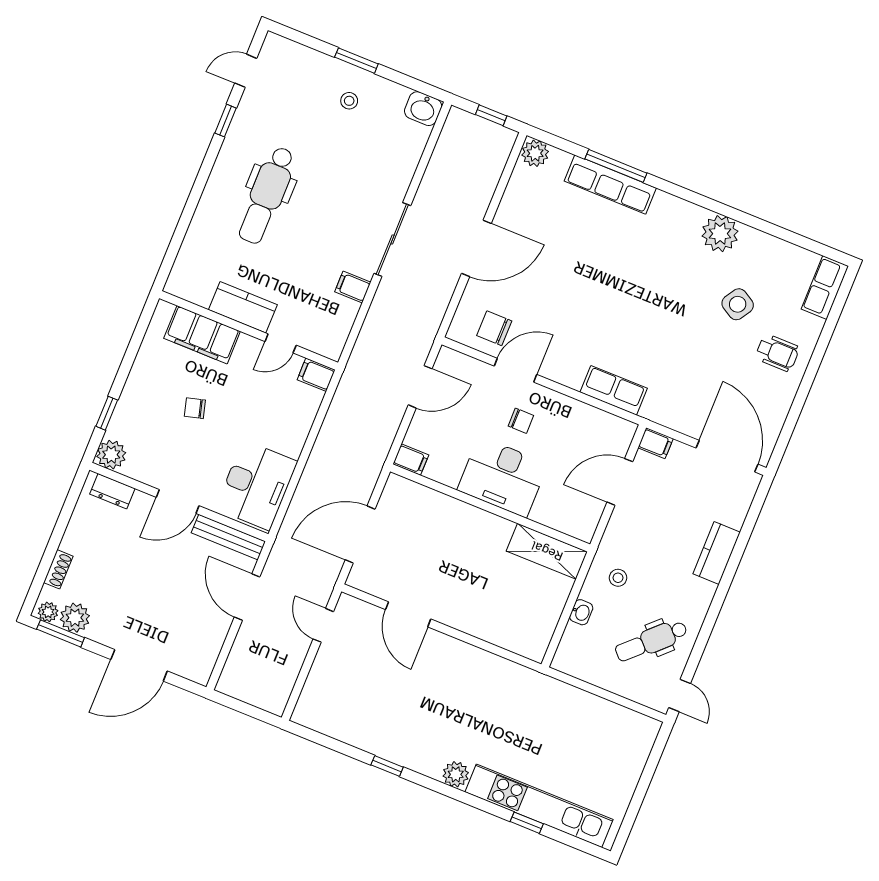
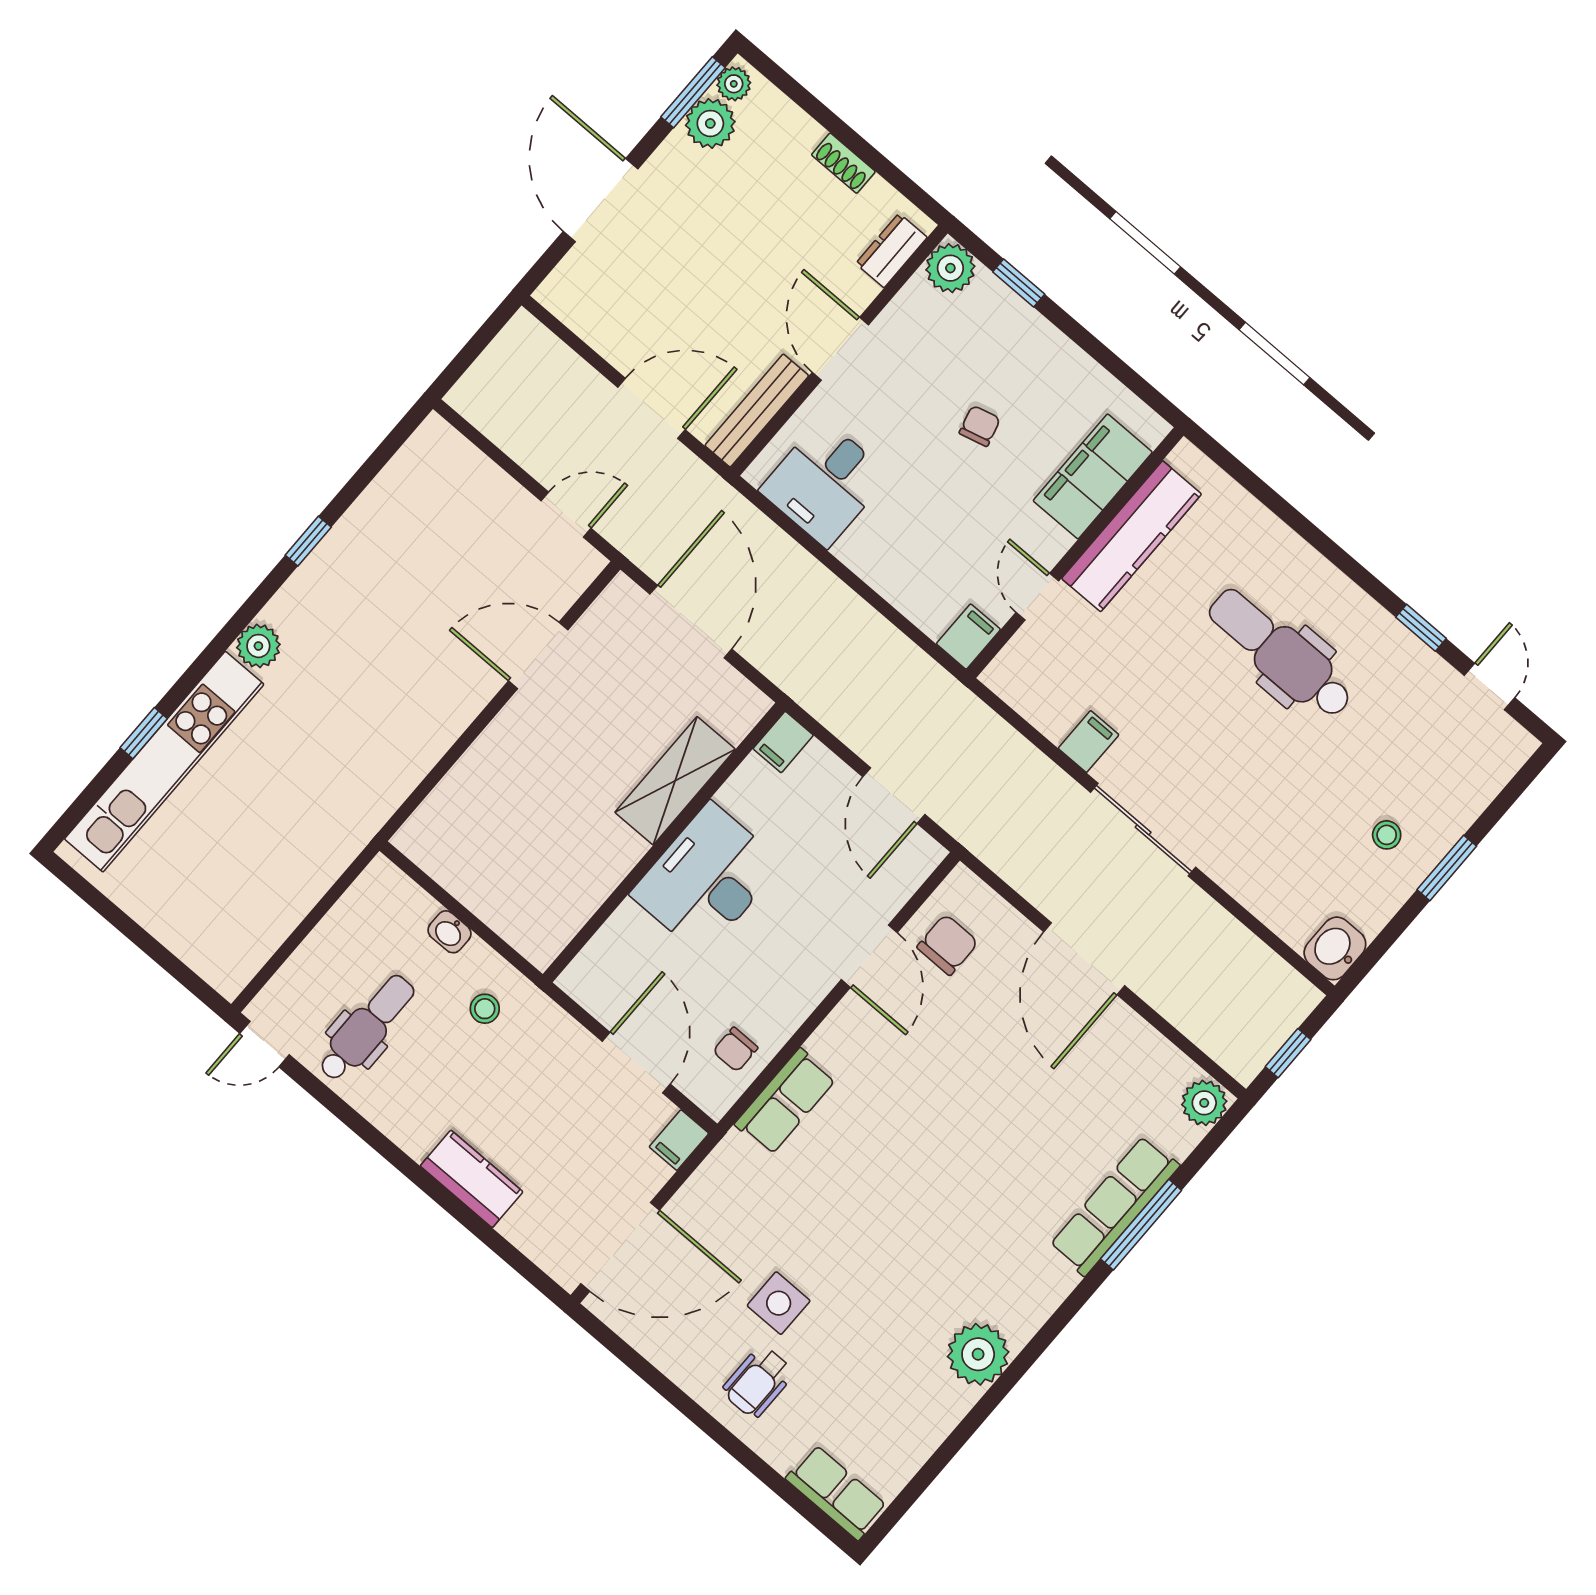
side table: (738, 304) -> (779, 1303), moved, turned -31
kitchen counter: (243, 307) -> (1132, 536), width x1.50
chair: (521, 421) -> (735, 1049), moved
desk: (256, 485) -> (825, 483), width x0.73
shelving: (547, 551) -> (675, 781), moved
shoe rack: (58, 569) -> (843, 163), moved
dental chair: (651, 641) -> (366, 1028), turned 44

